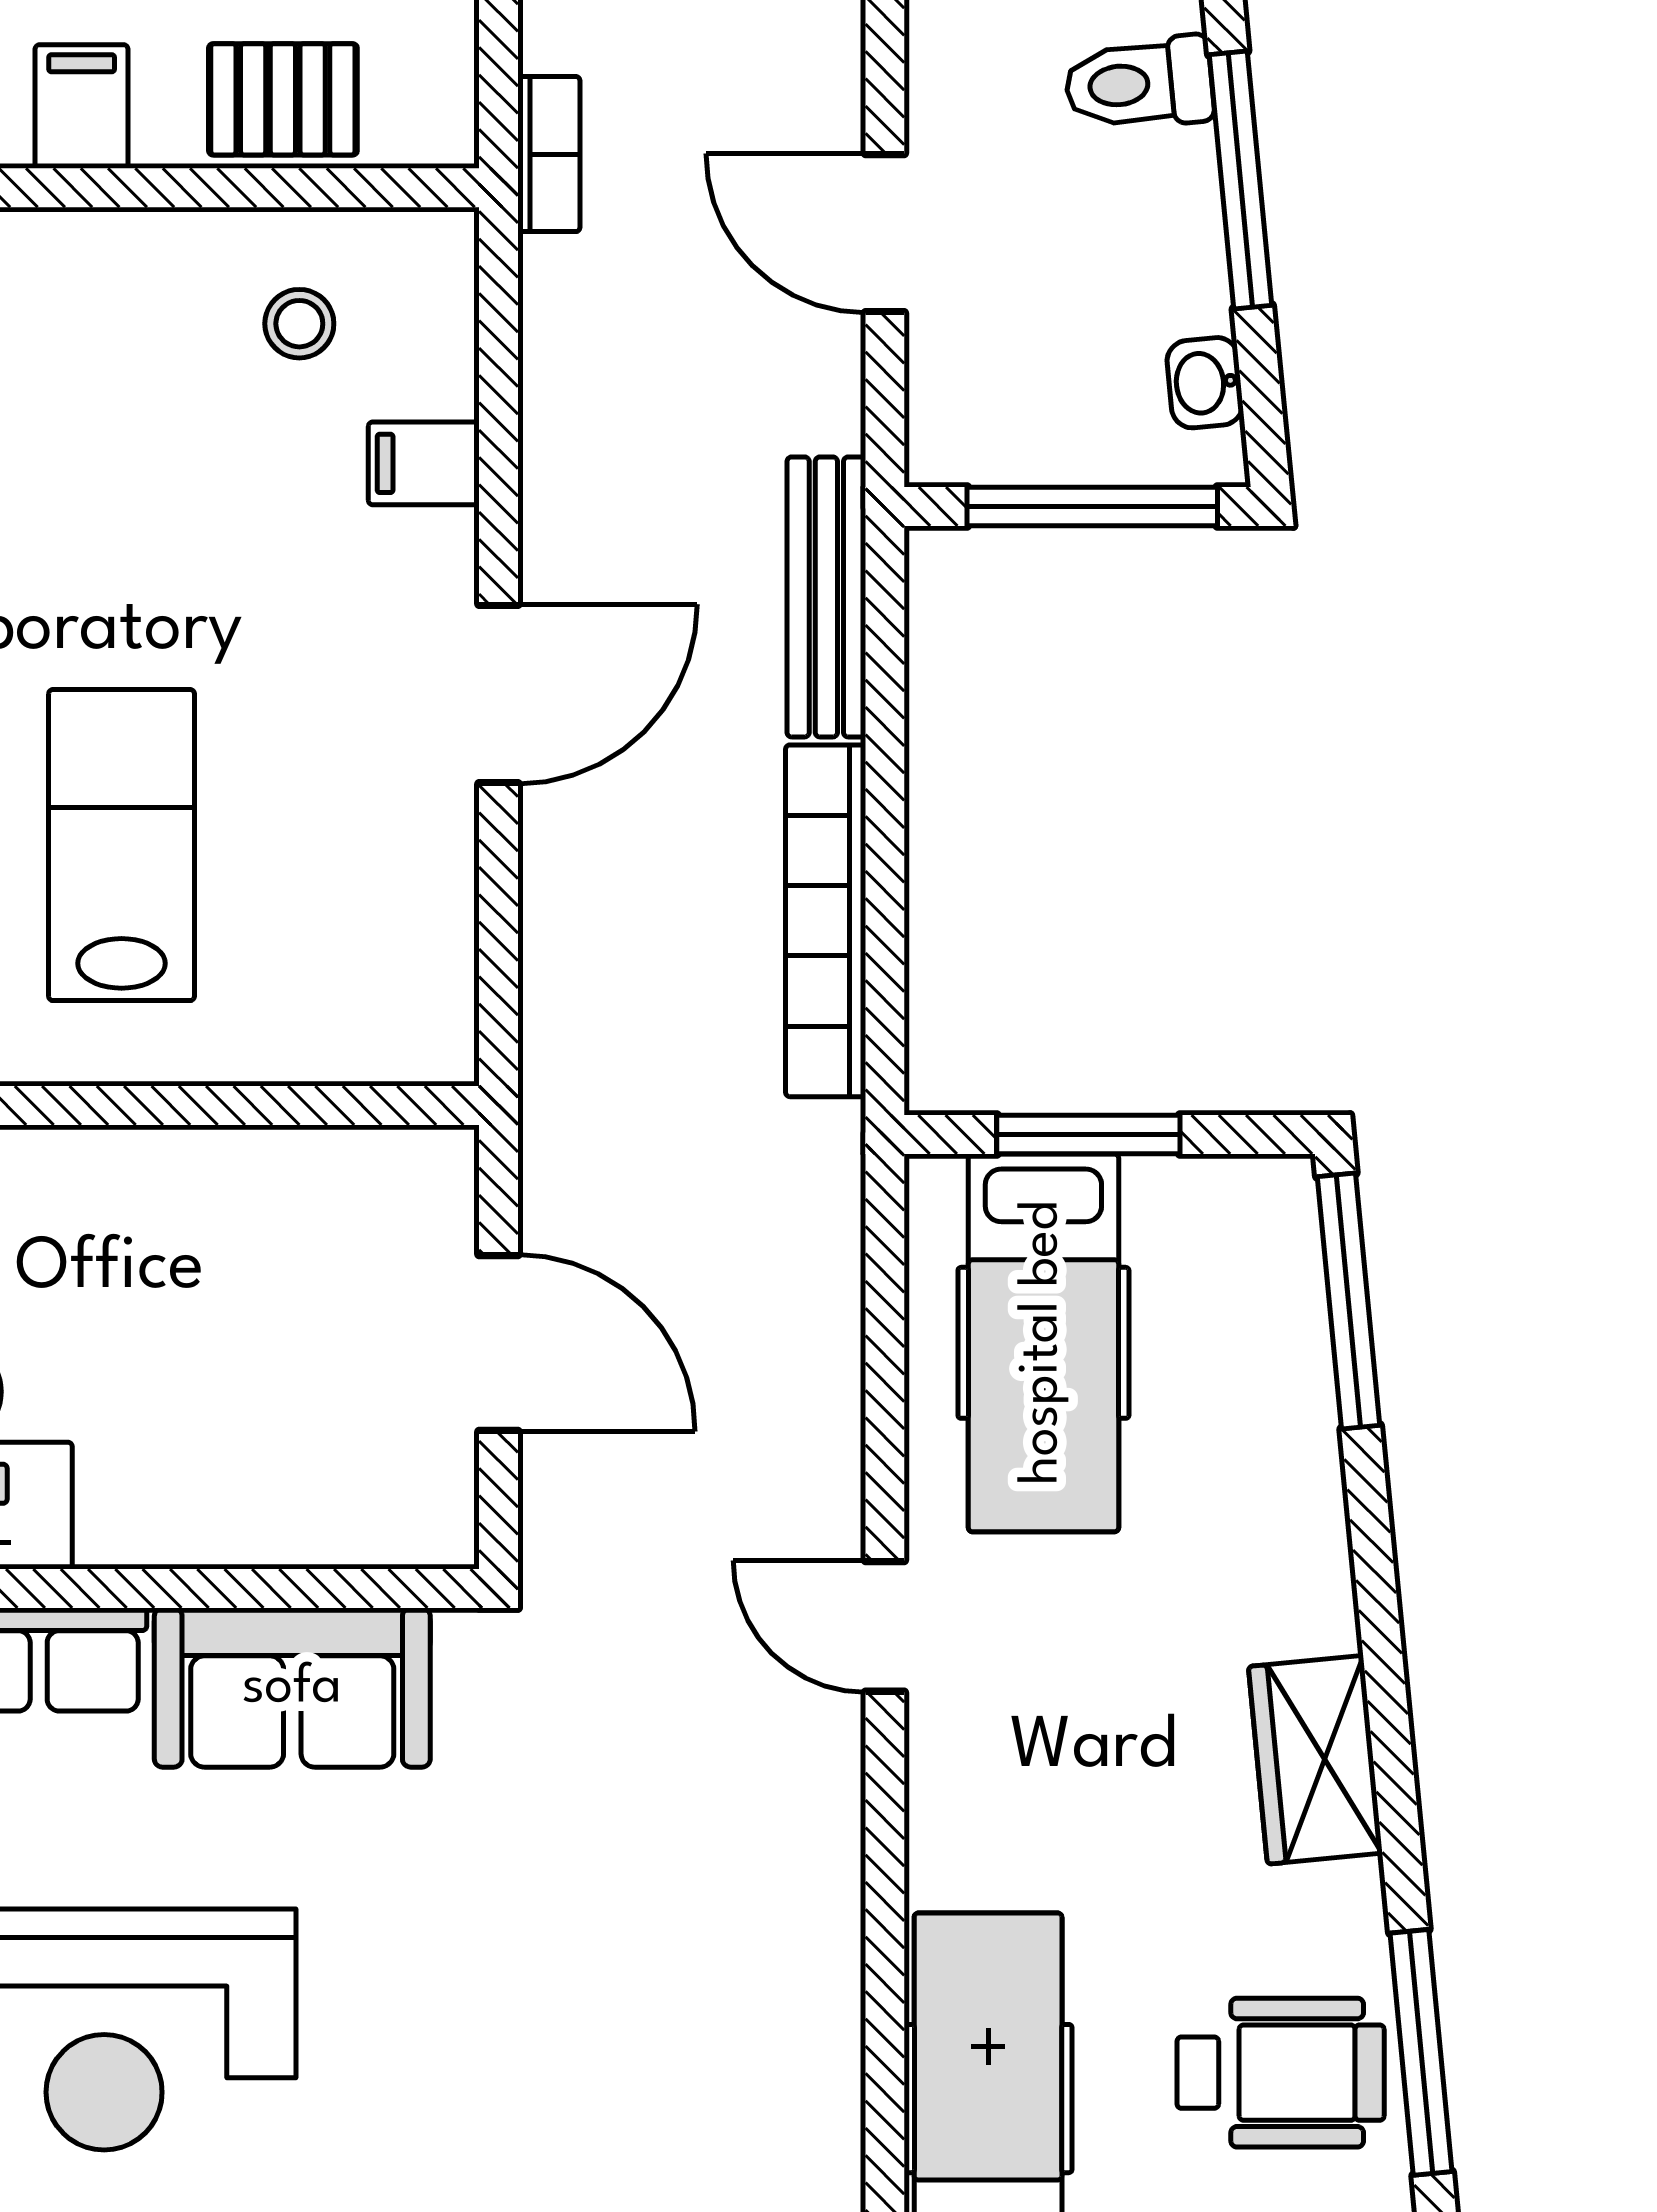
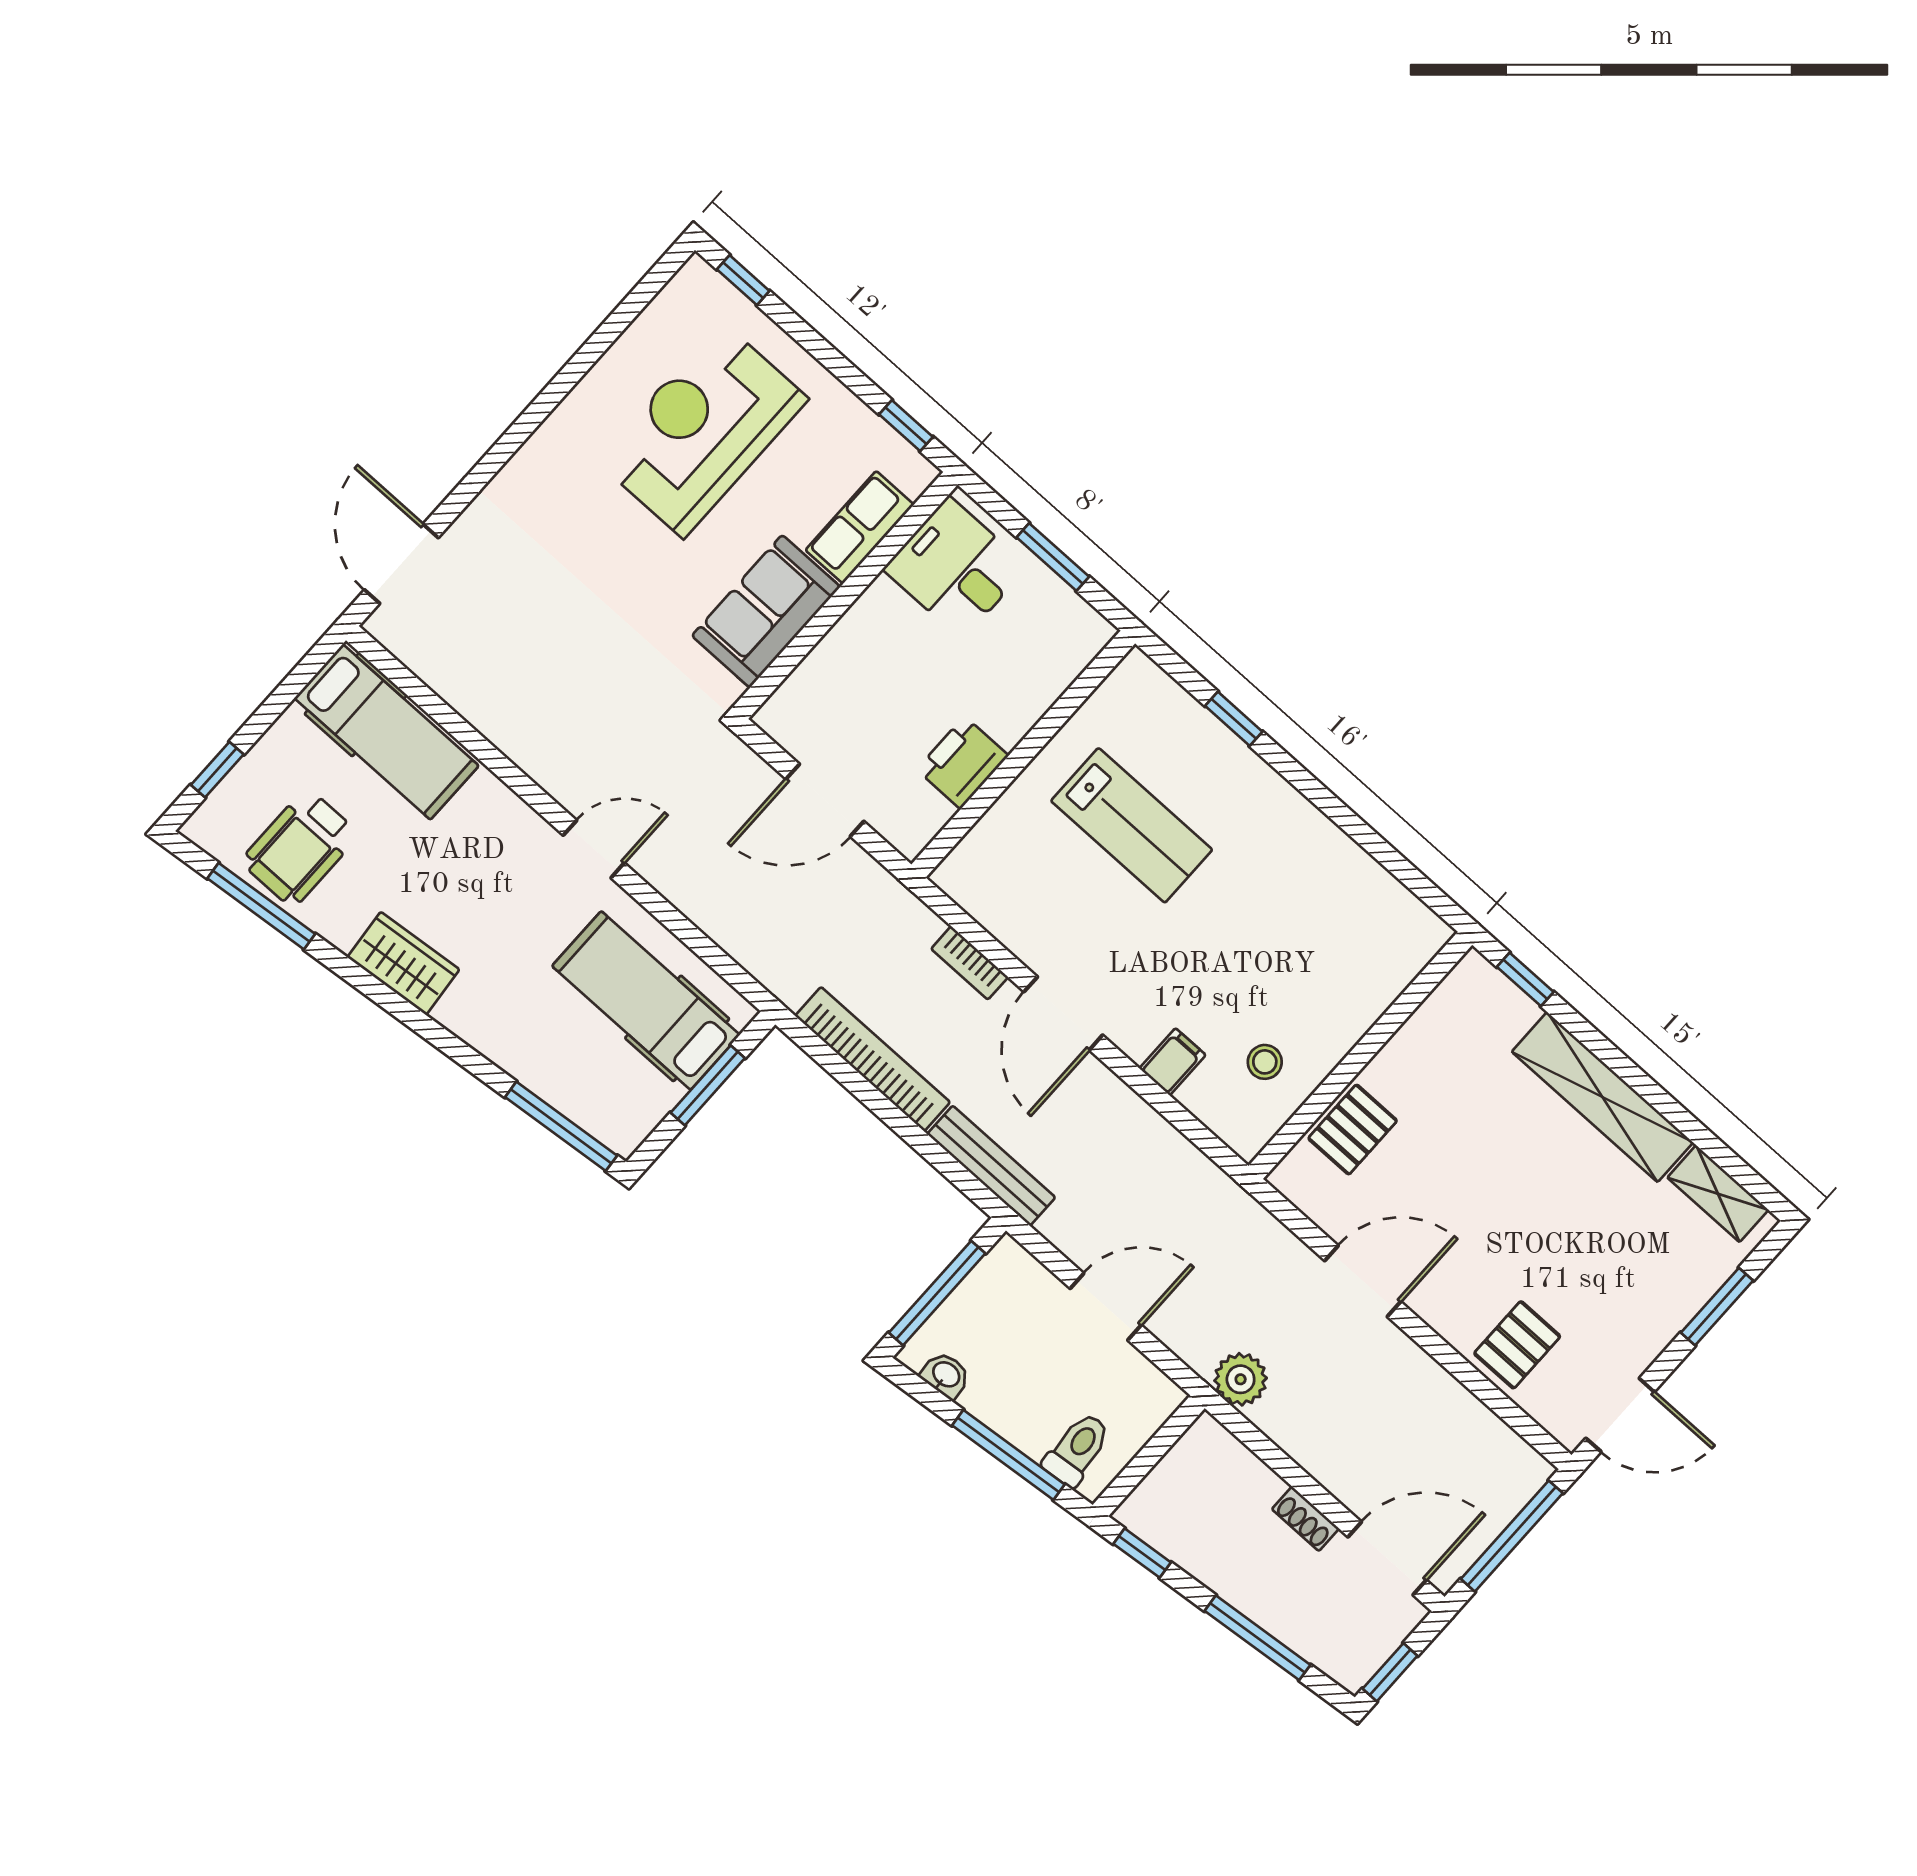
filing cabinet: (82, 107) -> (1416, 1053), removed
bookcase: (549, 154) -> (970, 963), moved
printer: (255, 1186) -> (963, 763), added

